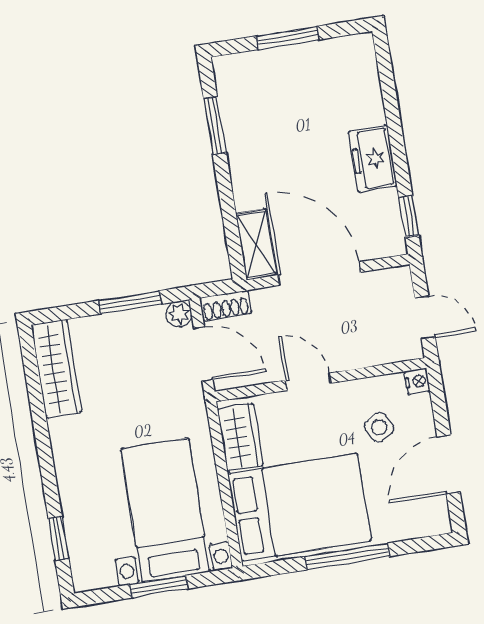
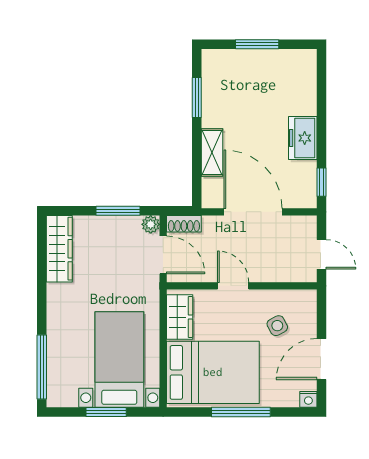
shelving: (256, 245) -> (212, 152), moved
nightstand: (417, 381) -> (308, 399), moved, turned 90
window: (58, 538) -> (42, 367), width x2.17

